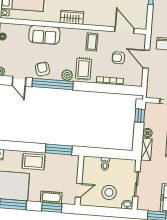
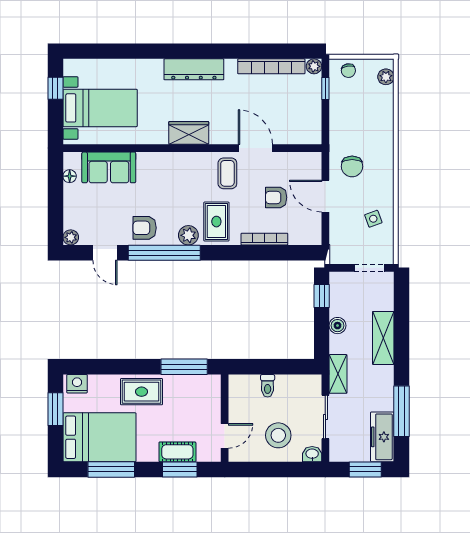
door: (124, 30) -> (255, 148), moved
sofa: (44, 35) -> (109, 167), moved
armchair: (43, 69) -> (145, 228), turned -74
shelving: (146, 150) -> (338, 374), moved

